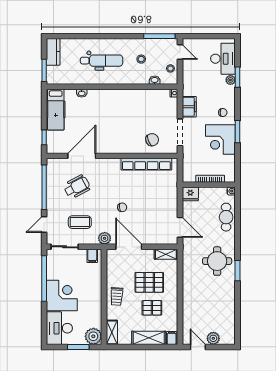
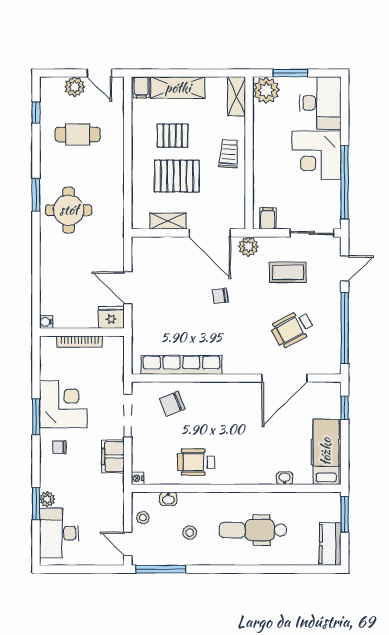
wheelchair: (137, 103) -> (196, 462), added
cafe table: (226, 217) -> (78, 134), moved, turned 90
door: (180, 227) -> (128, 288), moved
shelving: (166, 254) -> (168, 221), moved
window: (238, 322) -> (36, 112), added

